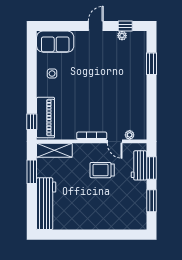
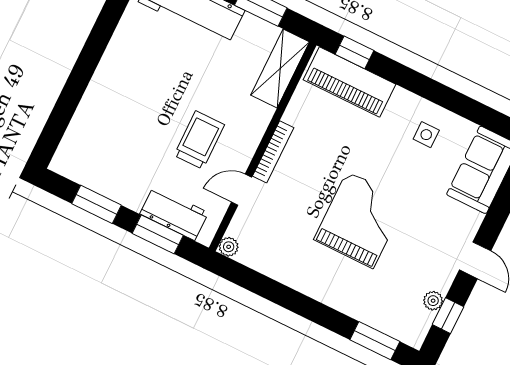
window: (152, 64) -> (375, 341), moved
grand piano: (103, 84) -> (360, 220), added
plant: (130, 135) -> (229, 247), moved

